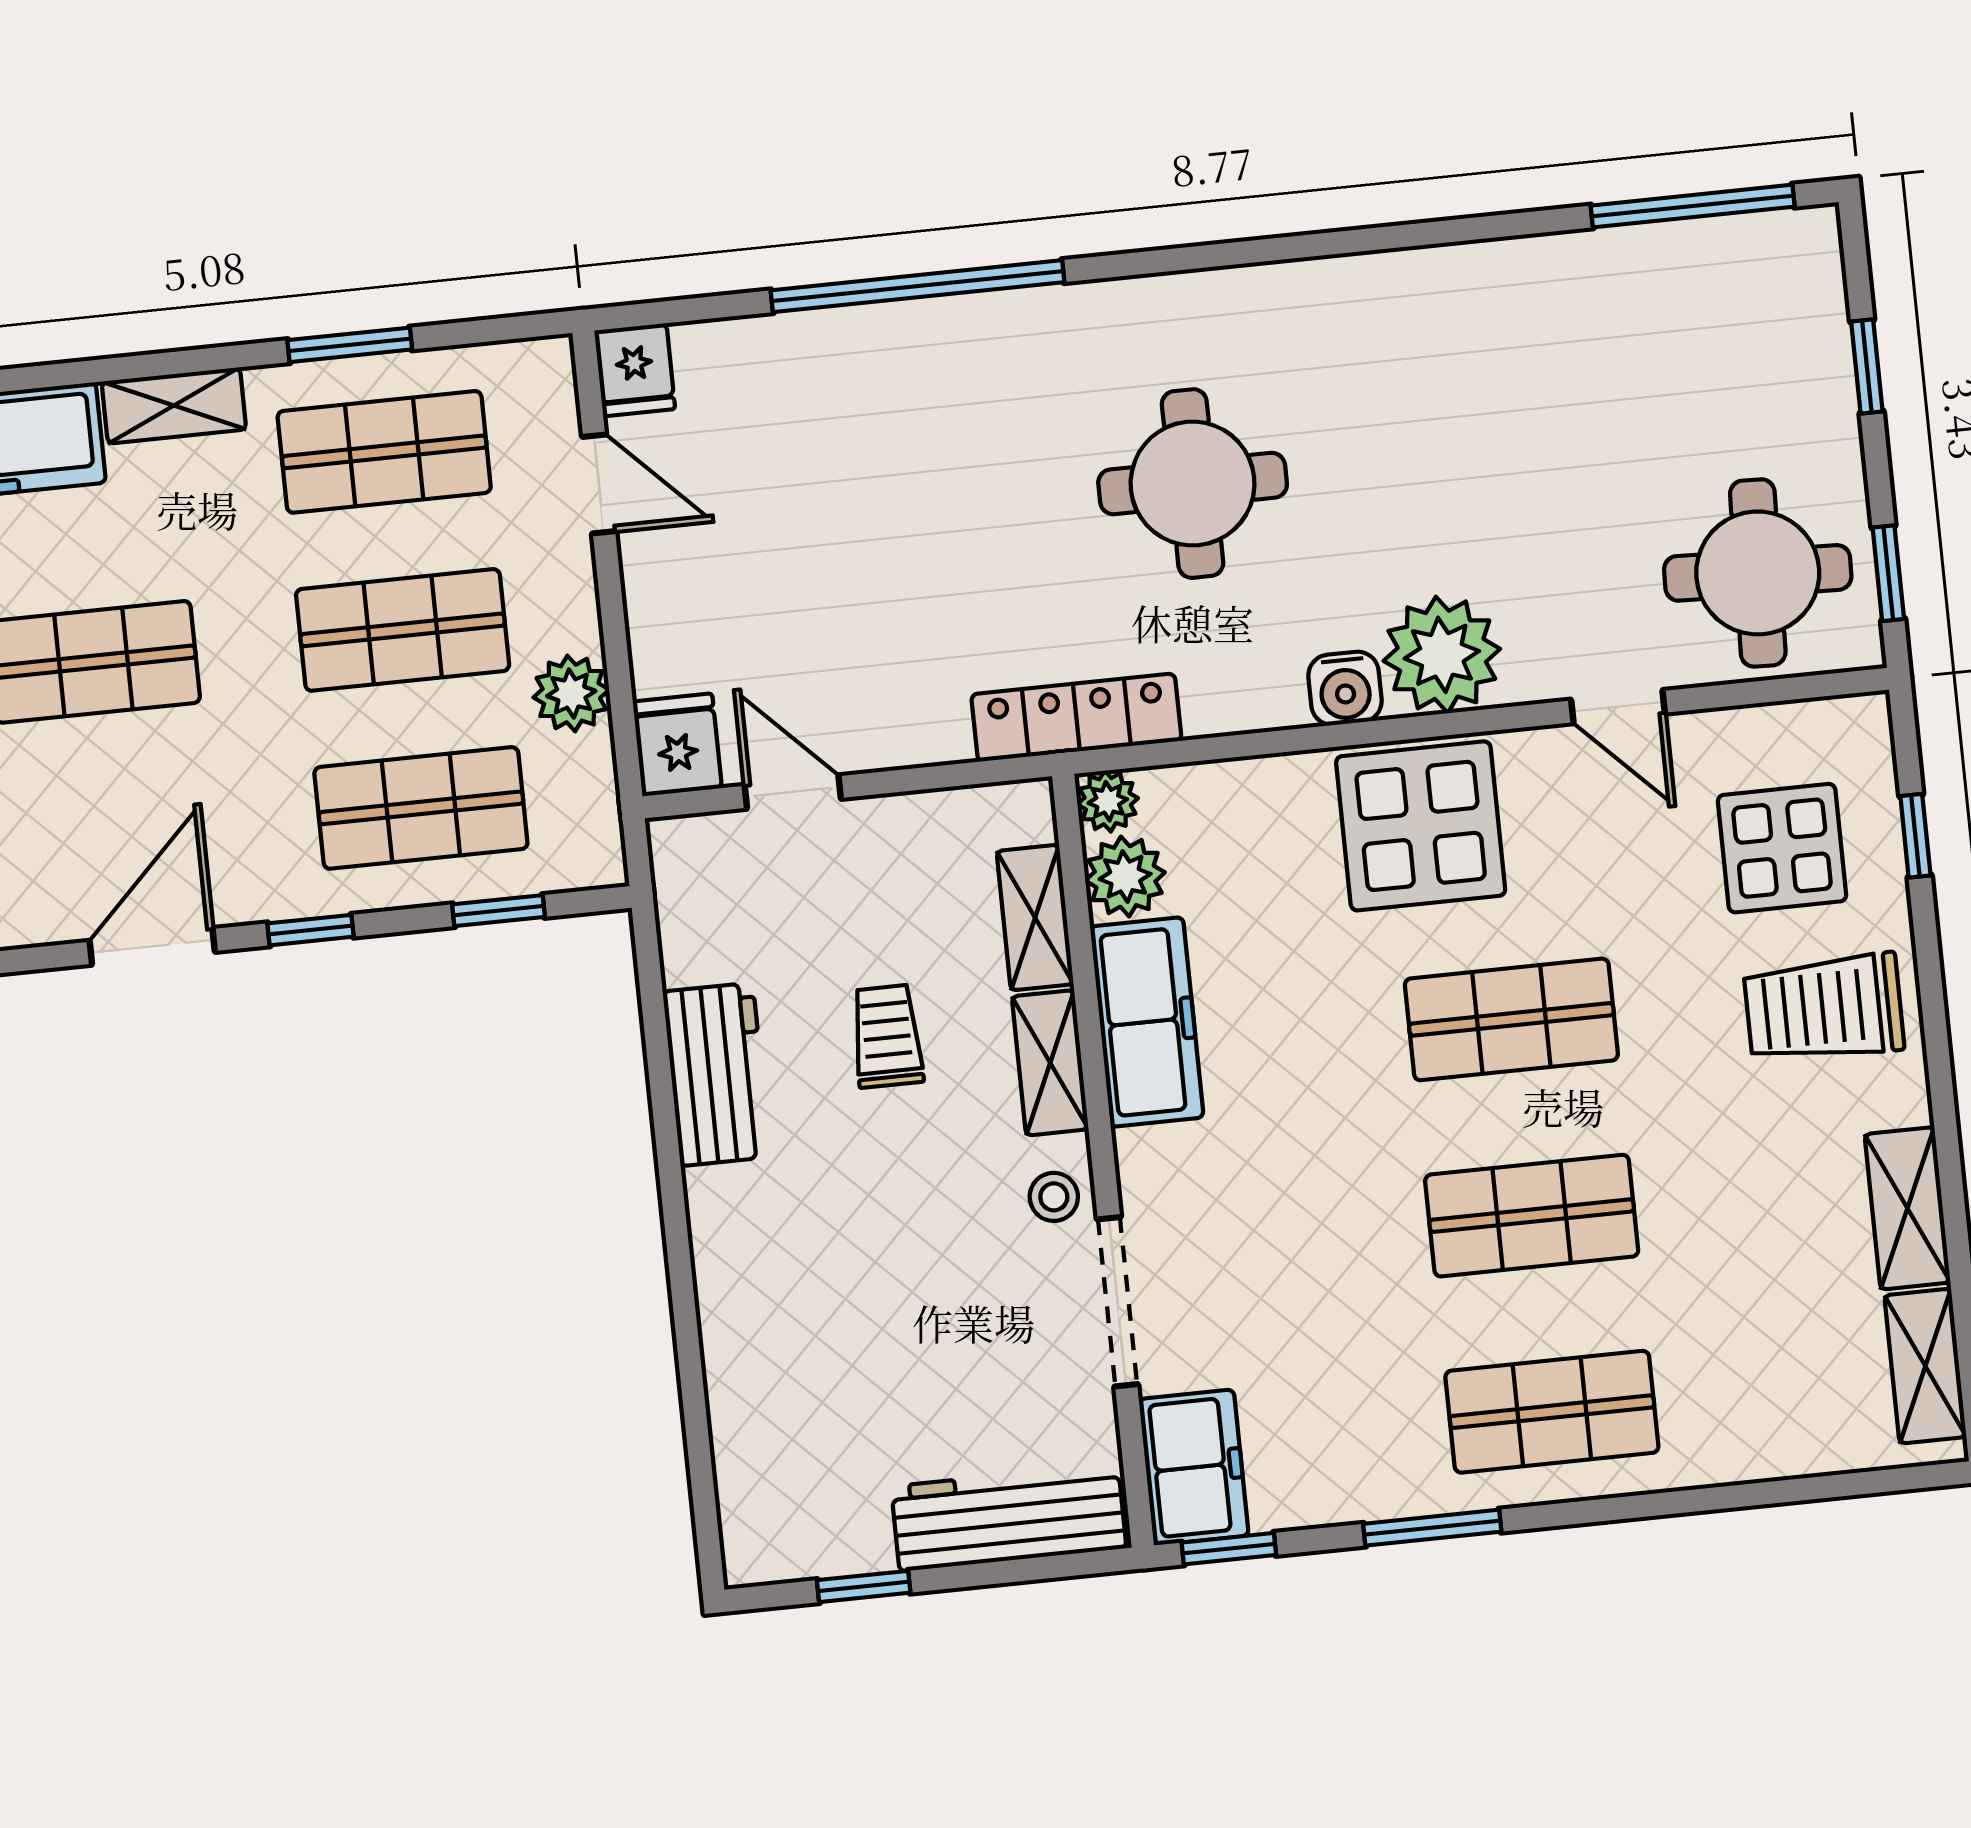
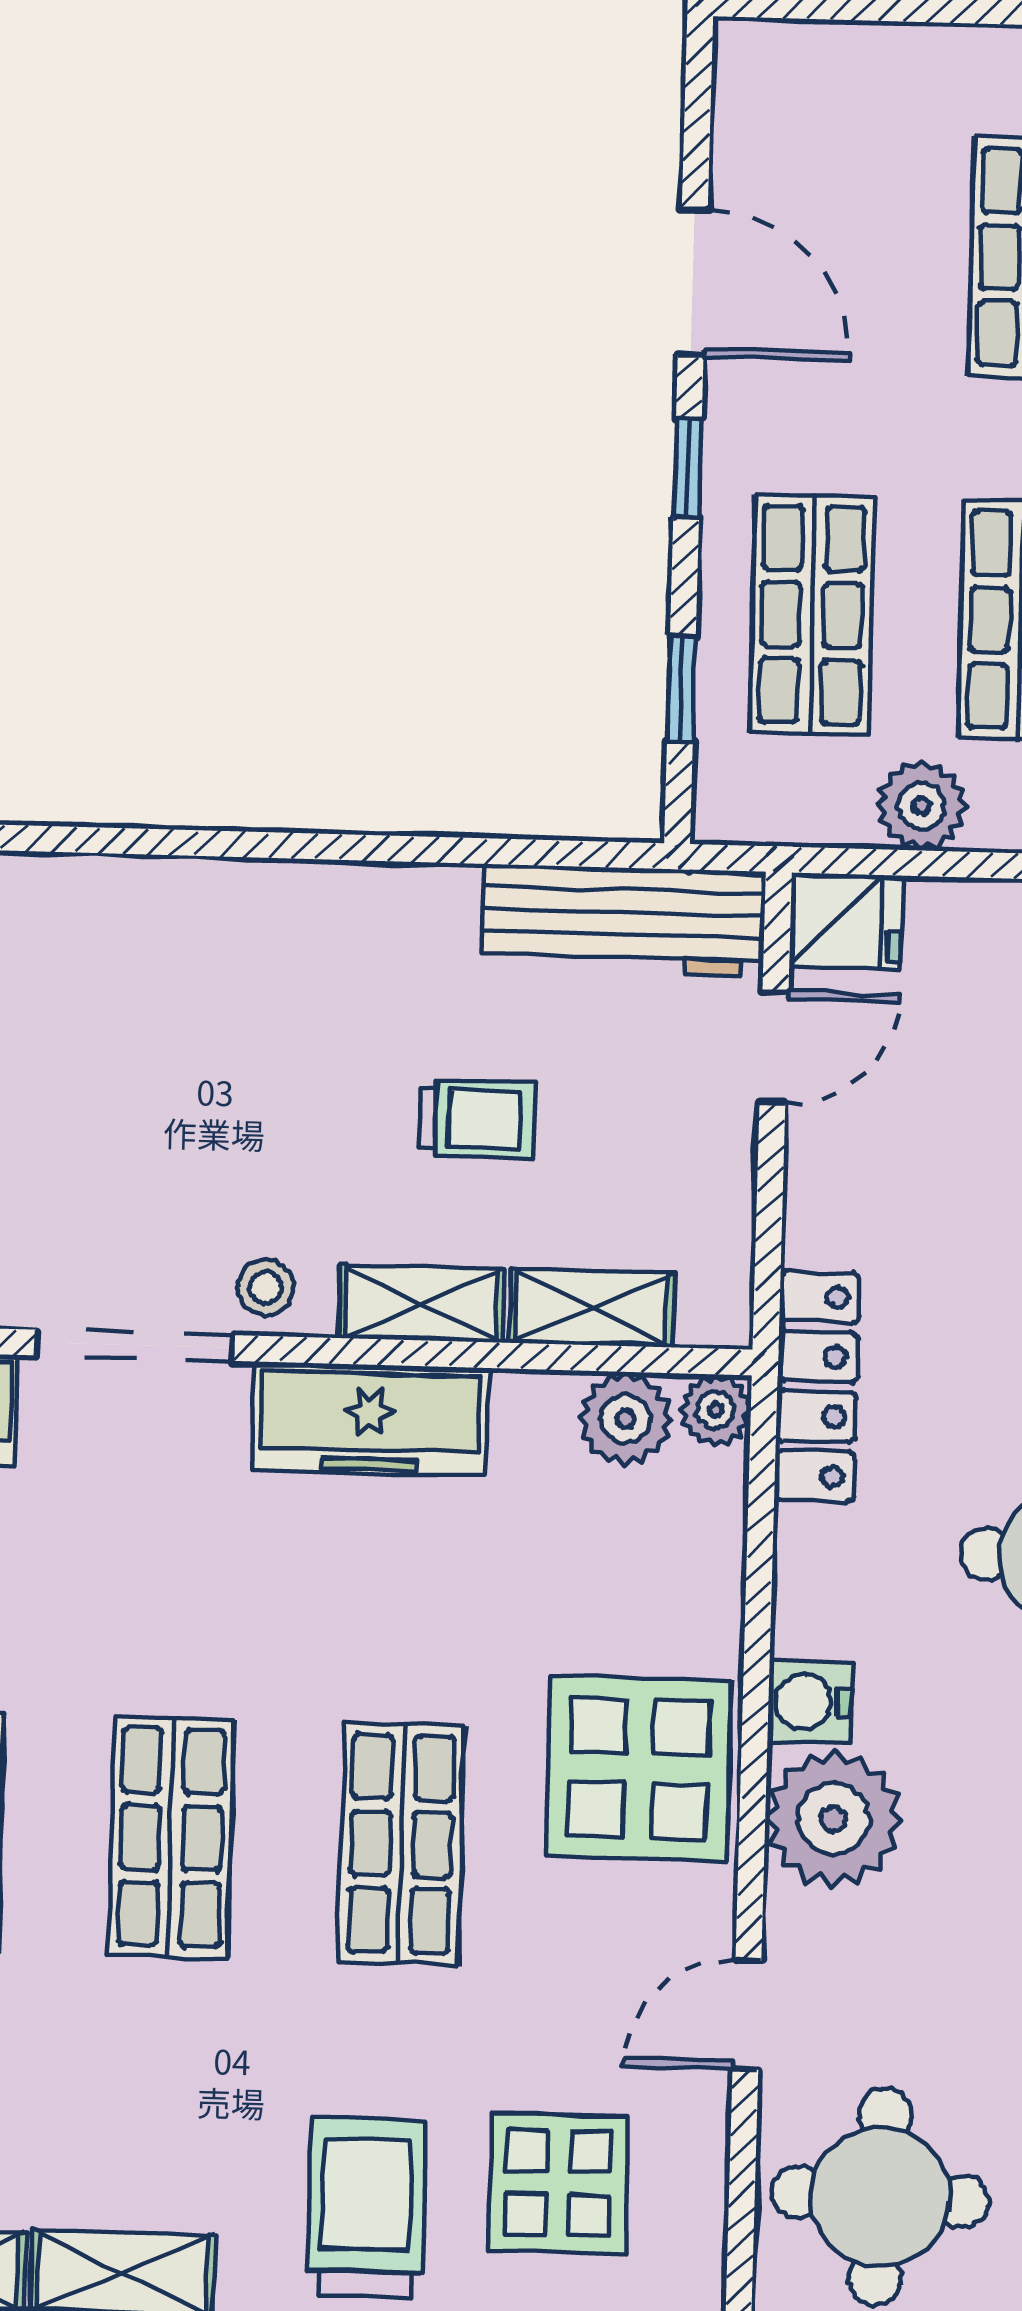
freezer: (1147, 1022) -> (370, 1419), moved
workbench: (717, 1074) -> (624, 921), moved, width x1.38

